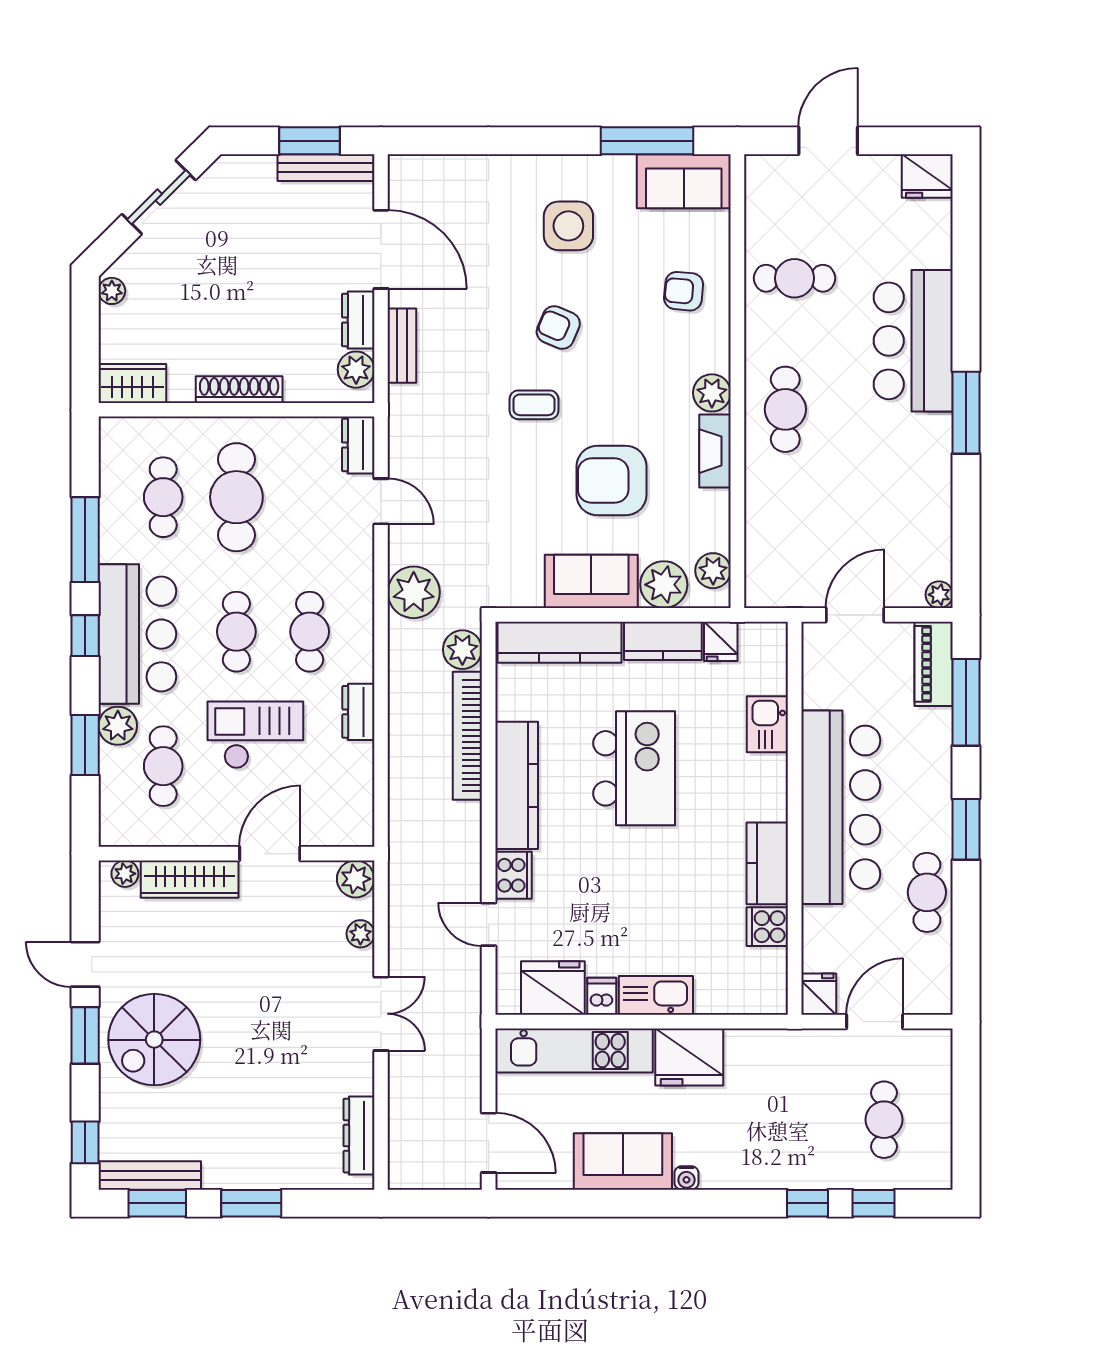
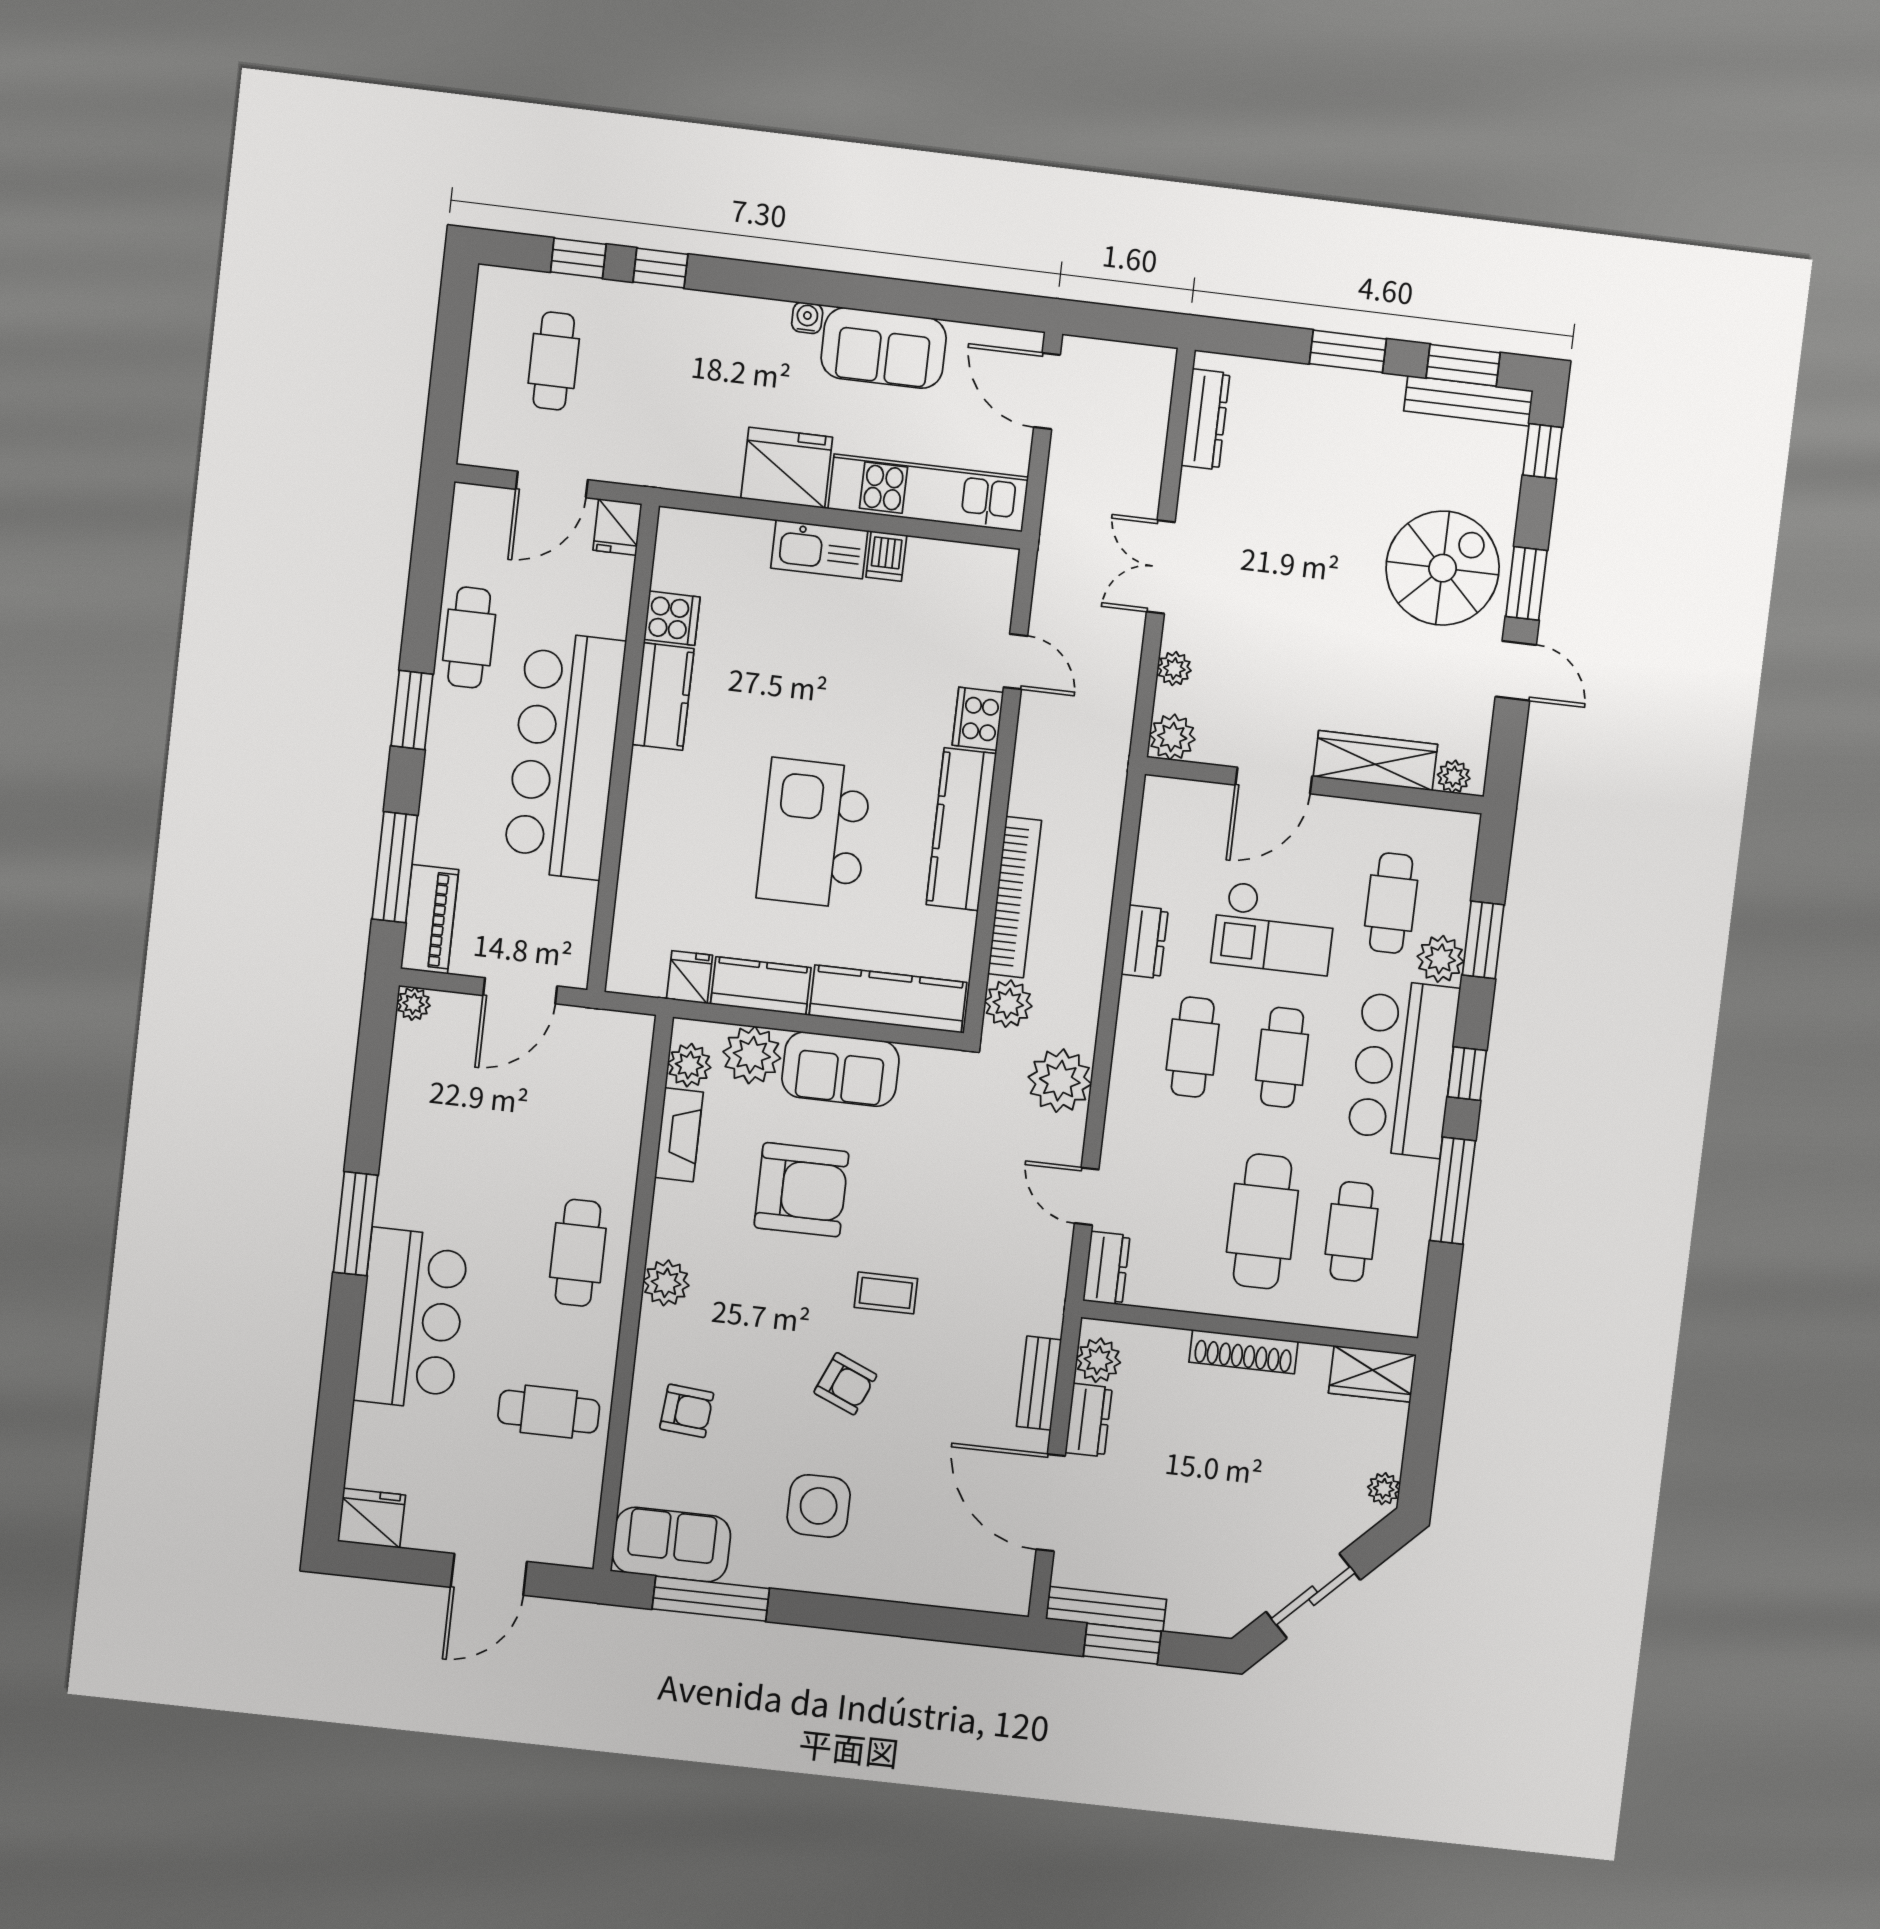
fireplace: (715, 451) -> (679, 1135), moved
kitchen sink: (767, 724) -> (644, 869), removed
fridge: (553, 988) -> (945, 574), removed

